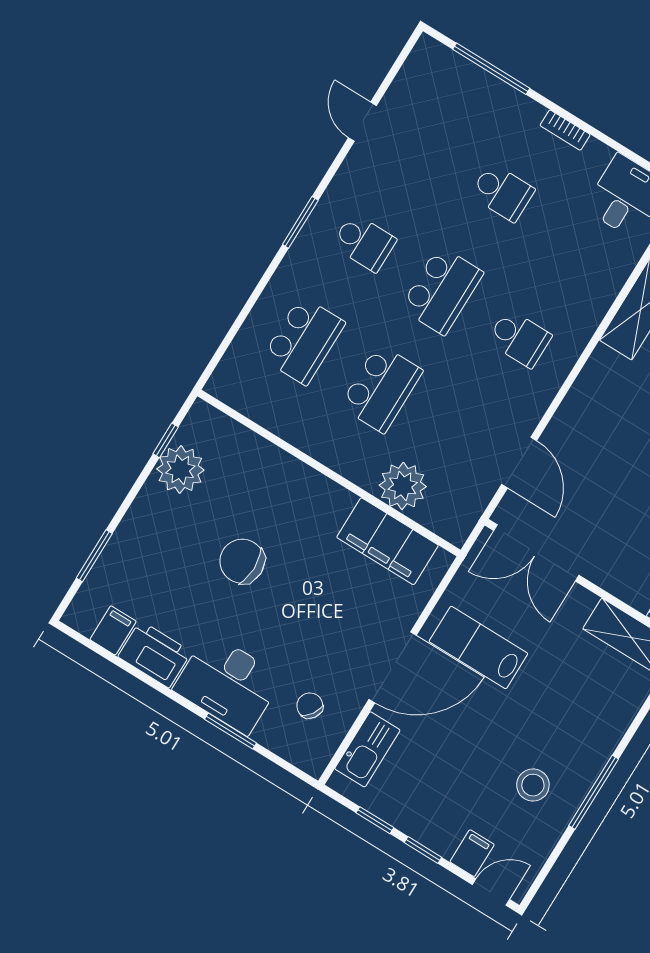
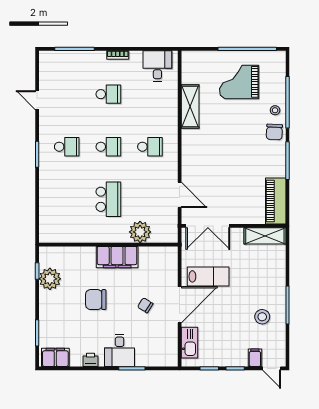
school desk: (442, 290) -> (108, 147), width x0.54
school desk: (304, 341) -> (67, 199), removed
filing cabinet: (387, 541) -> (117, 257), moved
filing cabinet: (113, 630) -> (55, 357), width x2.00
lab bench: (478, 648) -> (208, 276), turned 180
printer: (155, 654) -> (91, 360), width x0.53, depth x0.68
desk: (228, 684) -> (120, 350), width x0.73
chair: (310, 706) -> (145, 305), moved
door: (491, 892) -> (272, 368), swing flipped

